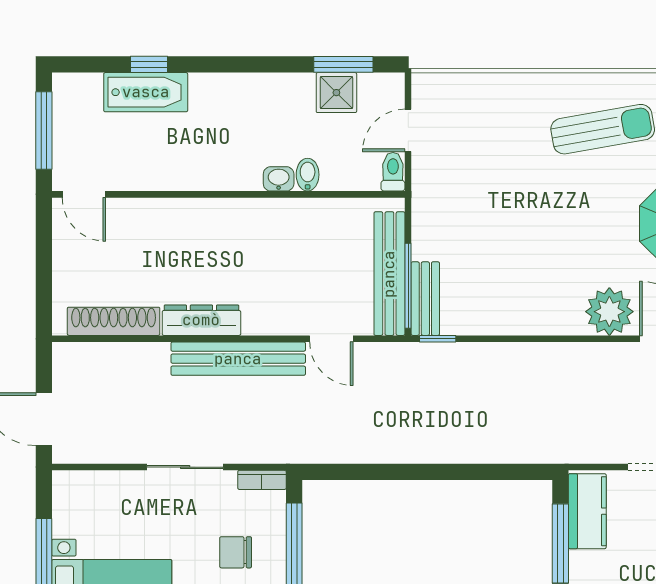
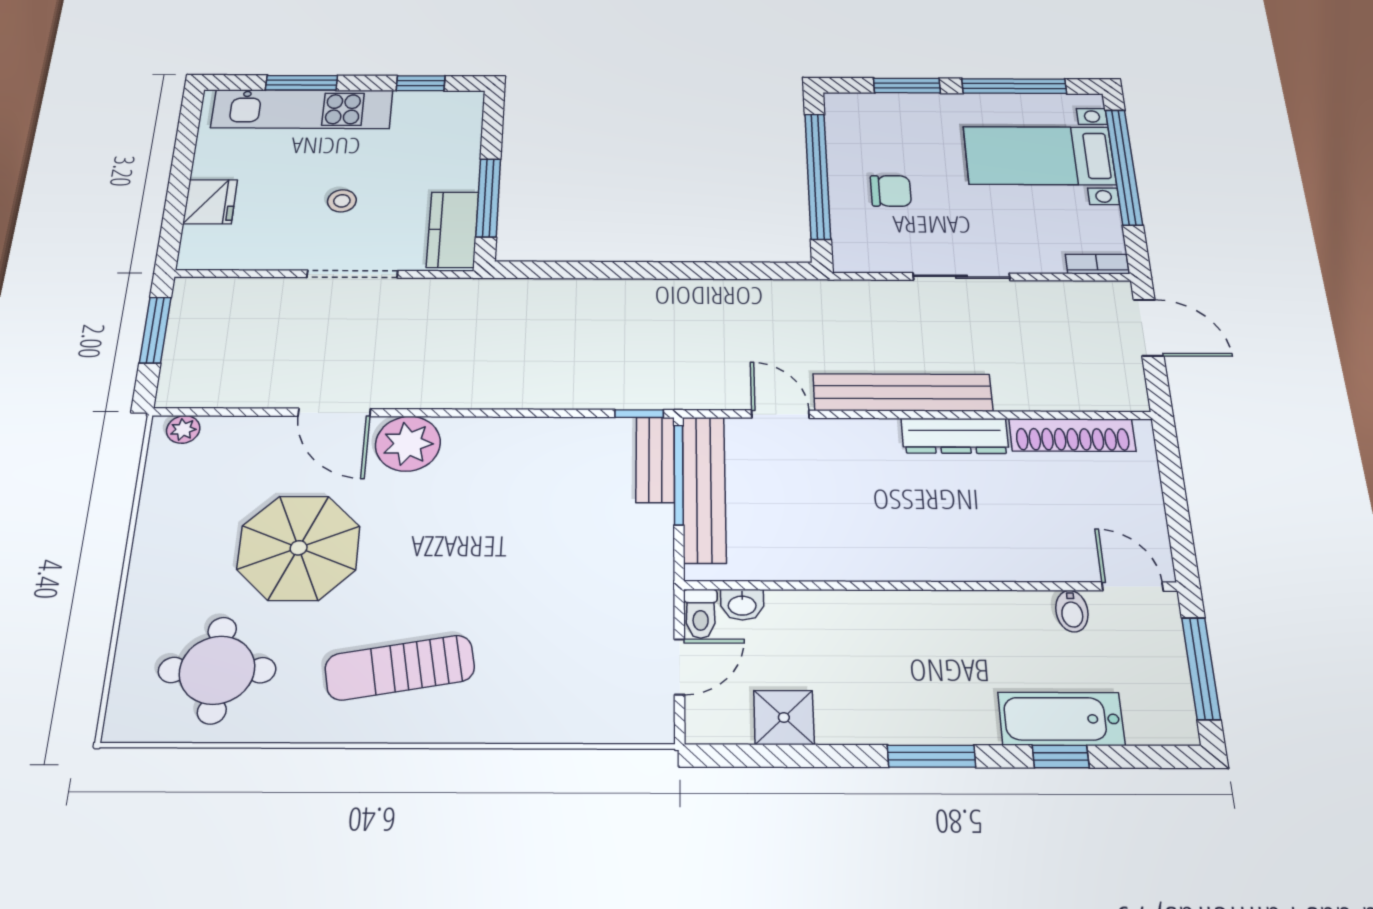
window: (343, 64) -> (931, 756), moved
bidet: (308, 175) -> (1072, 611), moved
washbasin: (279, 179) -> (742, 605), moved
bookcase: (262, 480) -> (1097, 264), moved

